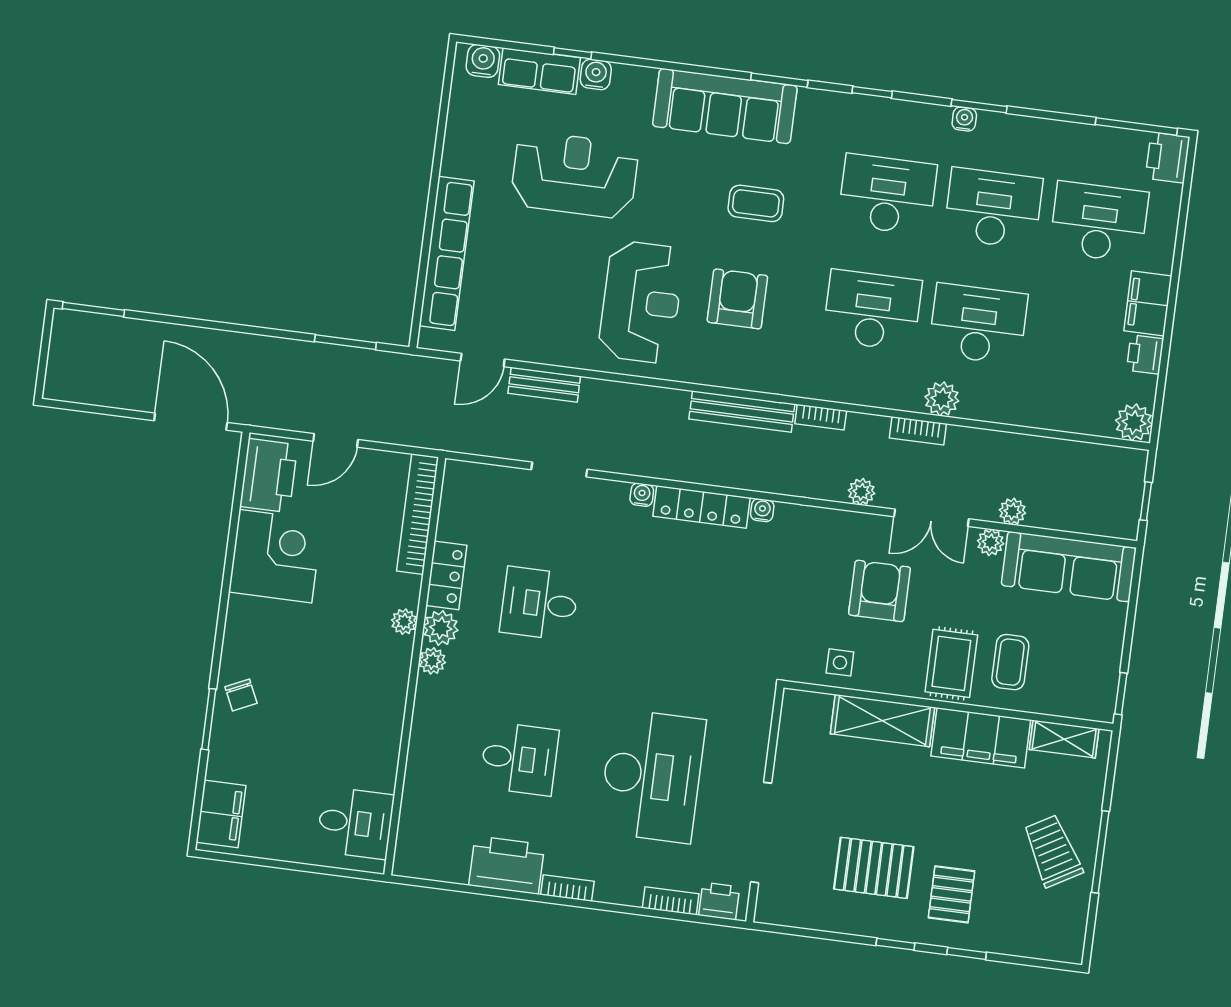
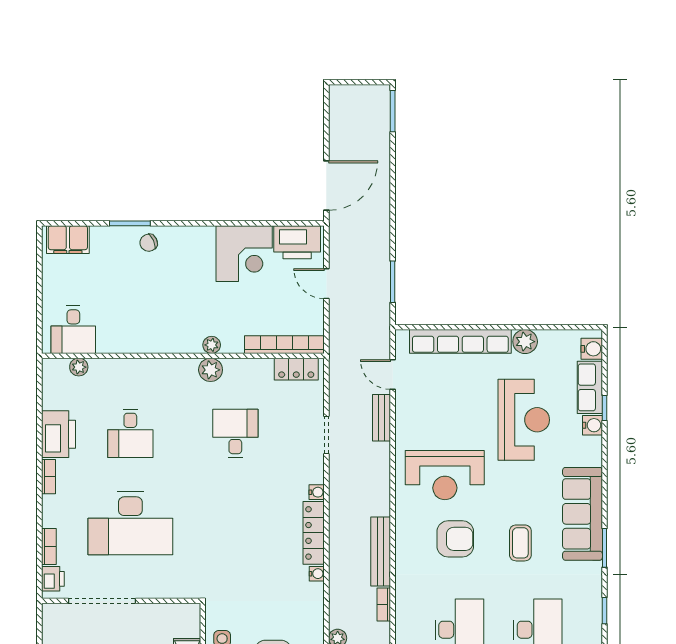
plant: (459, 158) -> (525, 342), added
locker: (446, 575) -> (296, 369), moved
plant: (432, 661) -> (79, 367), moved

